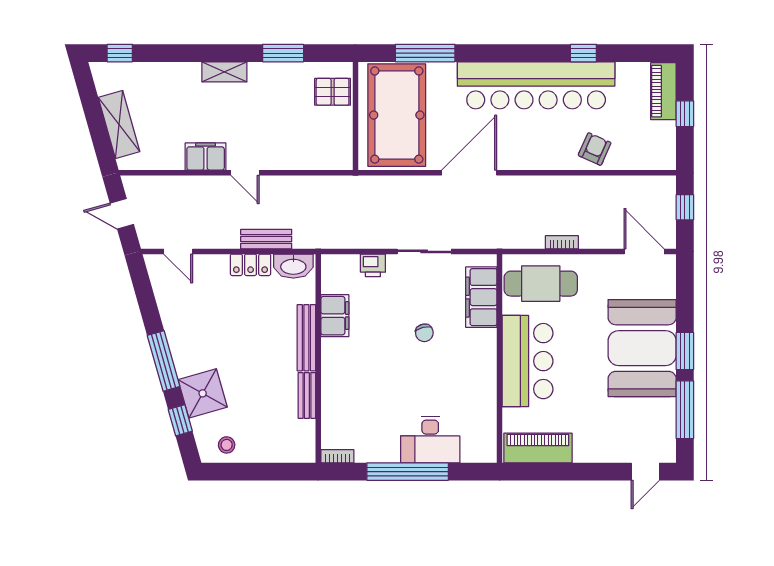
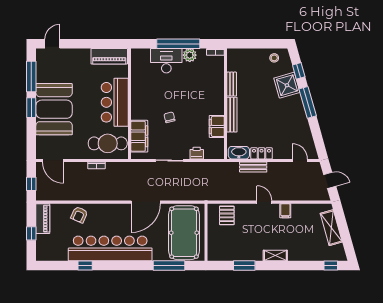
piano: (663, 91) -> (43, 219), moved
pallet: (333, 92) -> (227, 215), moved, turned 90
filing cabinet: (206, 157) -> (285, 211), width x0.50
plant: (386, 450) -> (190, 55), added

